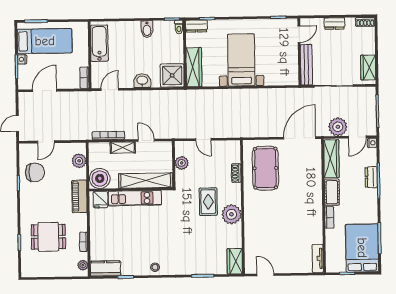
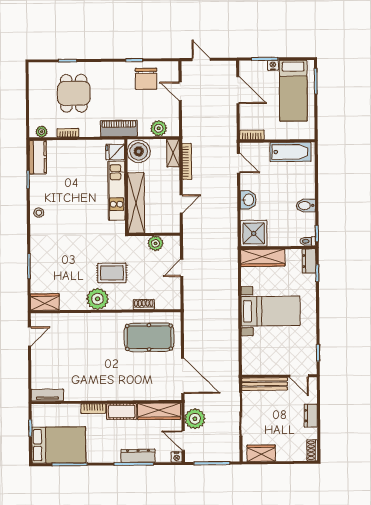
shelving: (123, 148) -> (173, 153), moved
dresser: (371, 177) -> (138, 456), width x1.44

